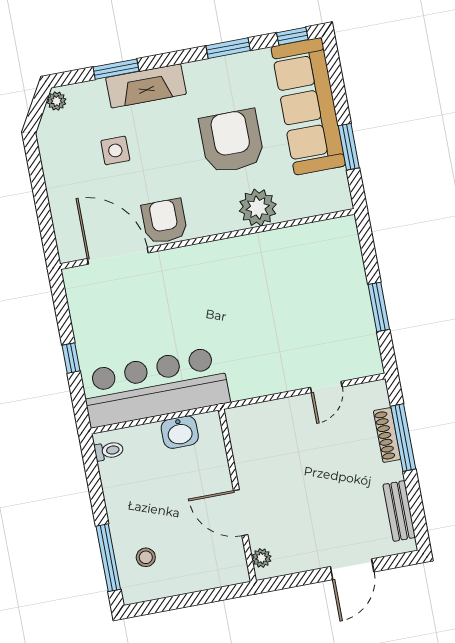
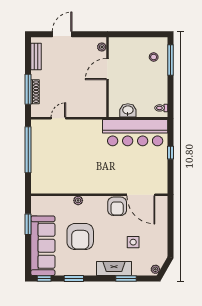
plant: (258, 208) -> (78, 200), width x0.53, depth x0.53
window: (379, 307) -> (28, 150), width x2.11
door: (241, 513) -> (107, 69), swing flipped

